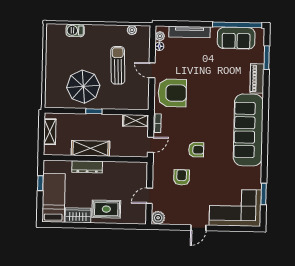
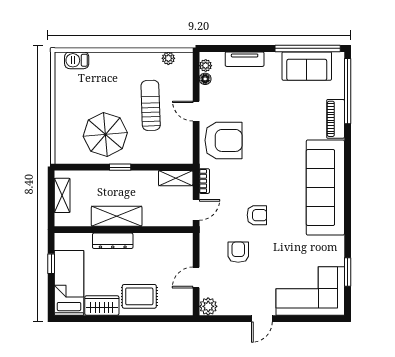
barbecue: (75, 30) -> (77, 60), moved
tv unit: (189, 32) -> (245, 59), width x0.71
window: (267, 58) -> (348, 91), width x2.11

